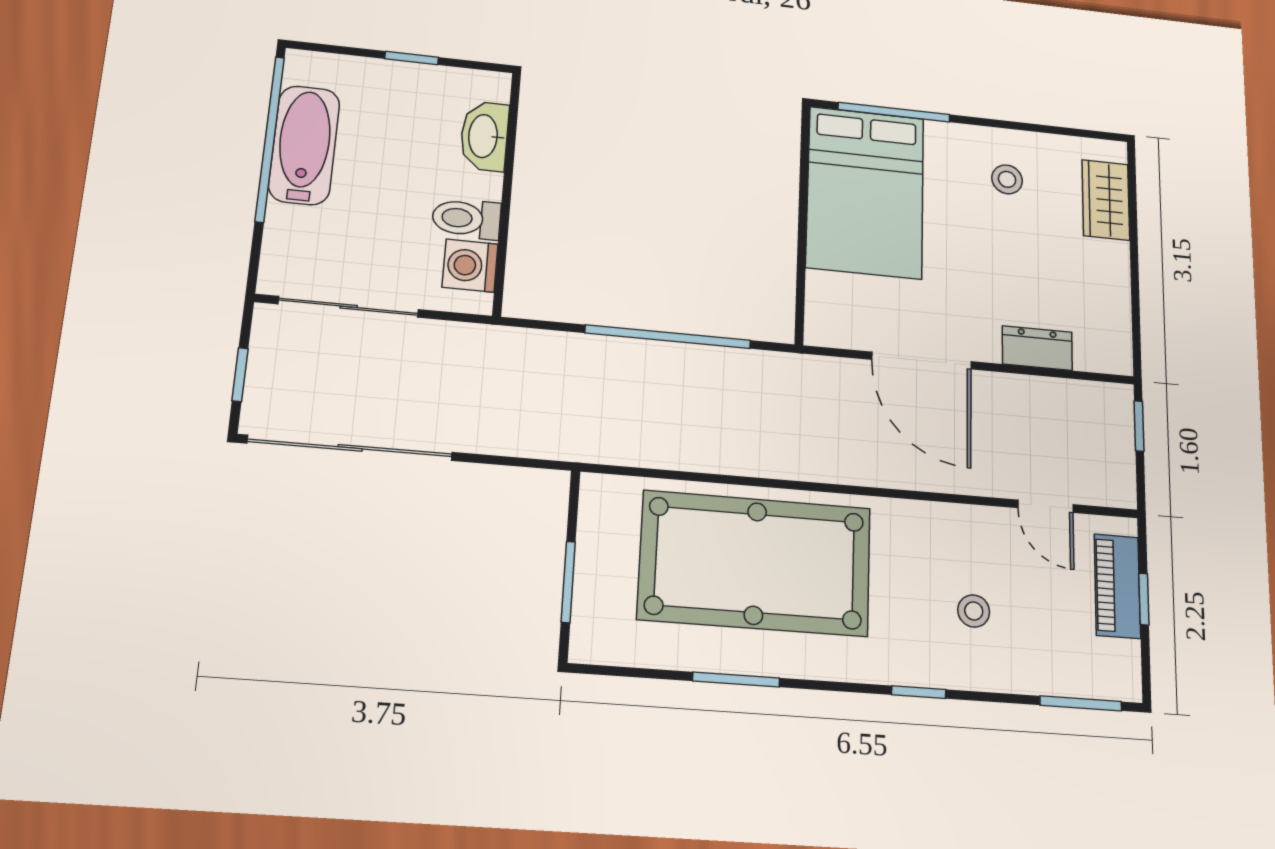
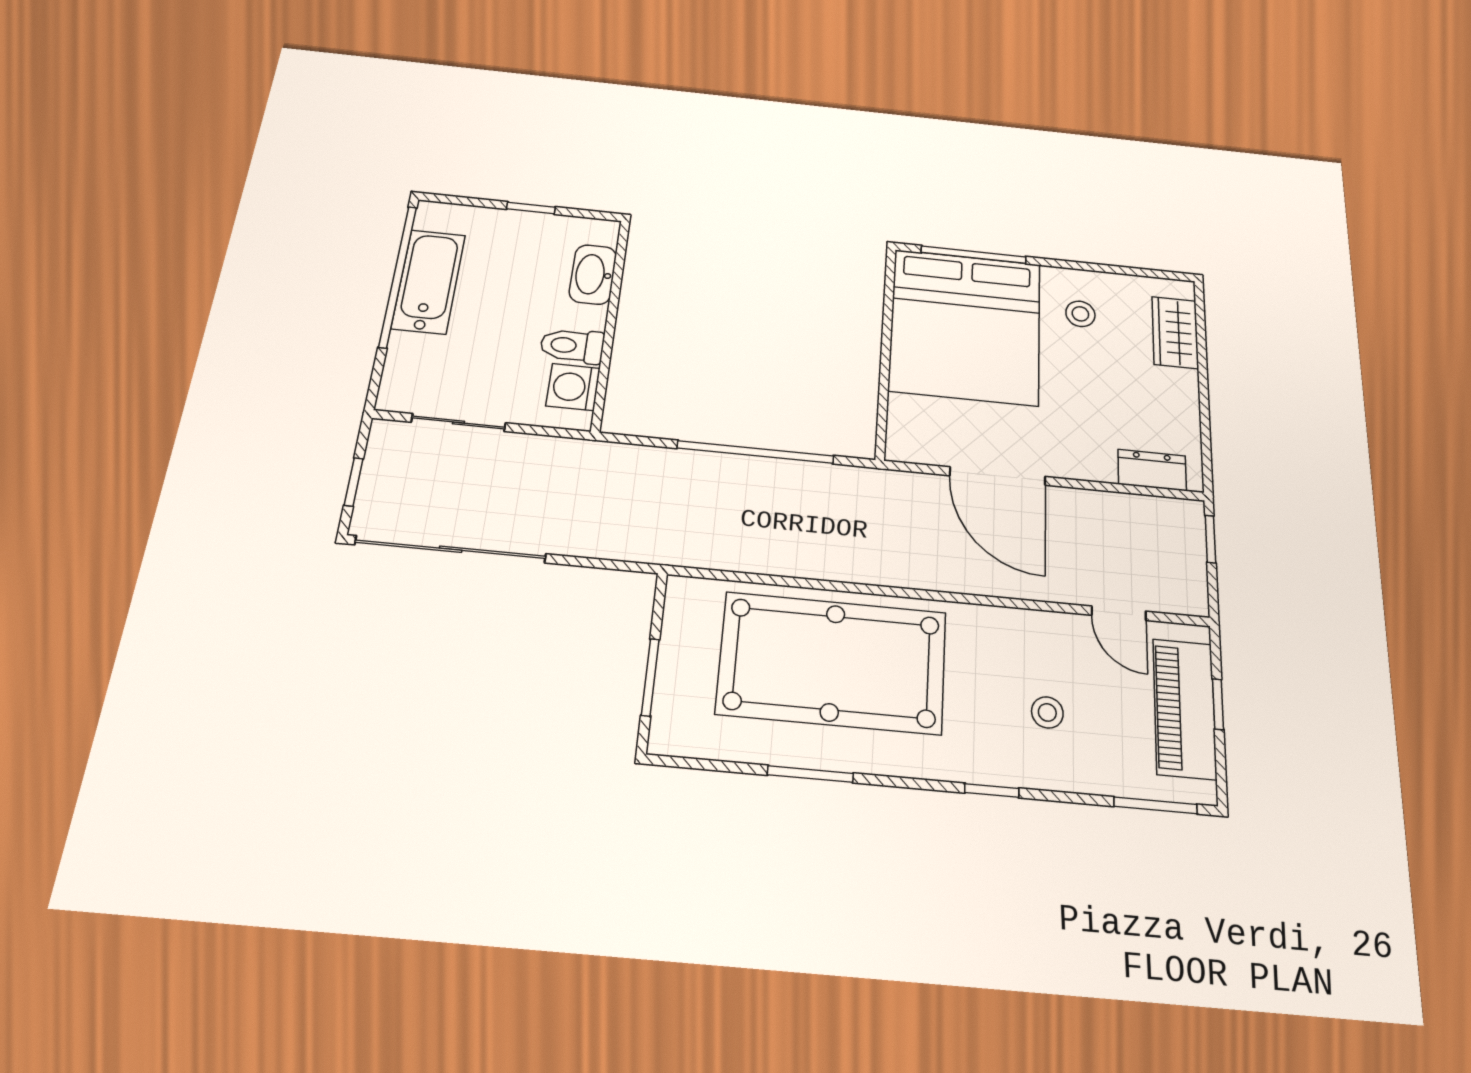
bed: (865, 192) -> (965, 327), width x1.36
sliding door: (349, 307) -> (458, 423), width x0.73
dresser: (1037, 348) -> (1152, 470), moved
piano: (1117, 586) -> (1184, 708), width x1.37, depth x1.33

